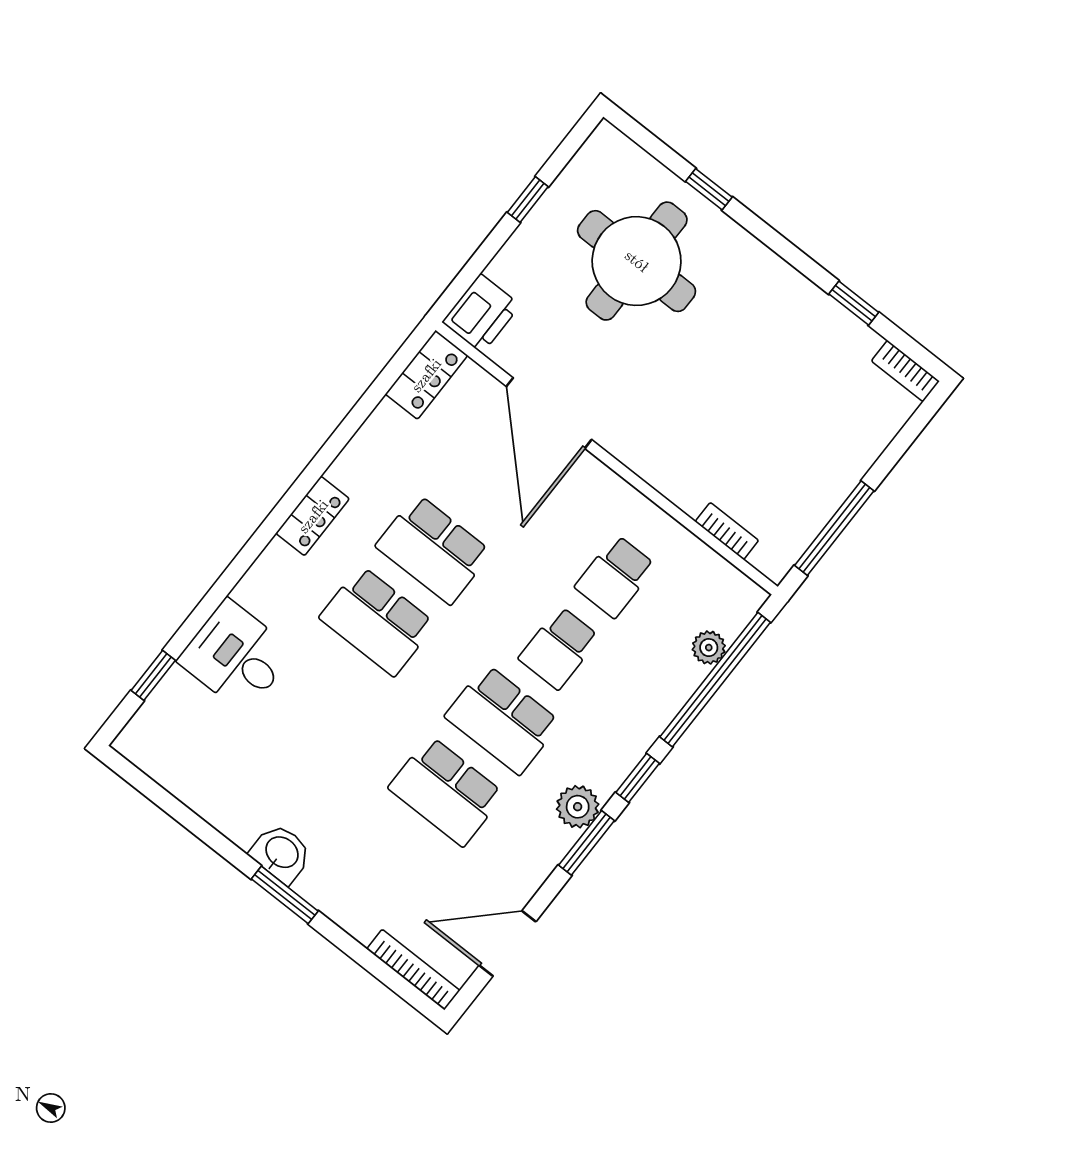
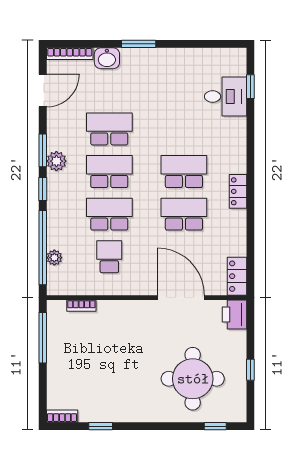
window: (709, 189) -> (215, 426), moved
school desk: (559, 648) -> (109, 214), width x1.85
desk: (236, 656) -> (226, 96), moved
washbasin: (281, 853) -> (107, 58), moved

